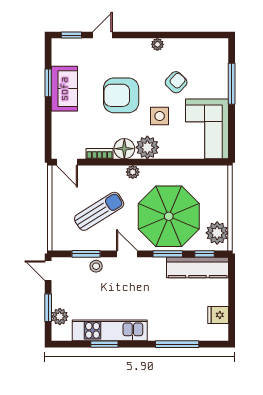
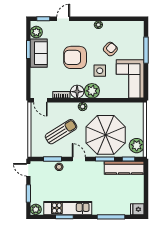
plant: (61, 56) -> (36, 32), added
fridge: (218, 315) -> (137, 209), moved
plant: (60, 317) -> (36, 209), moved

